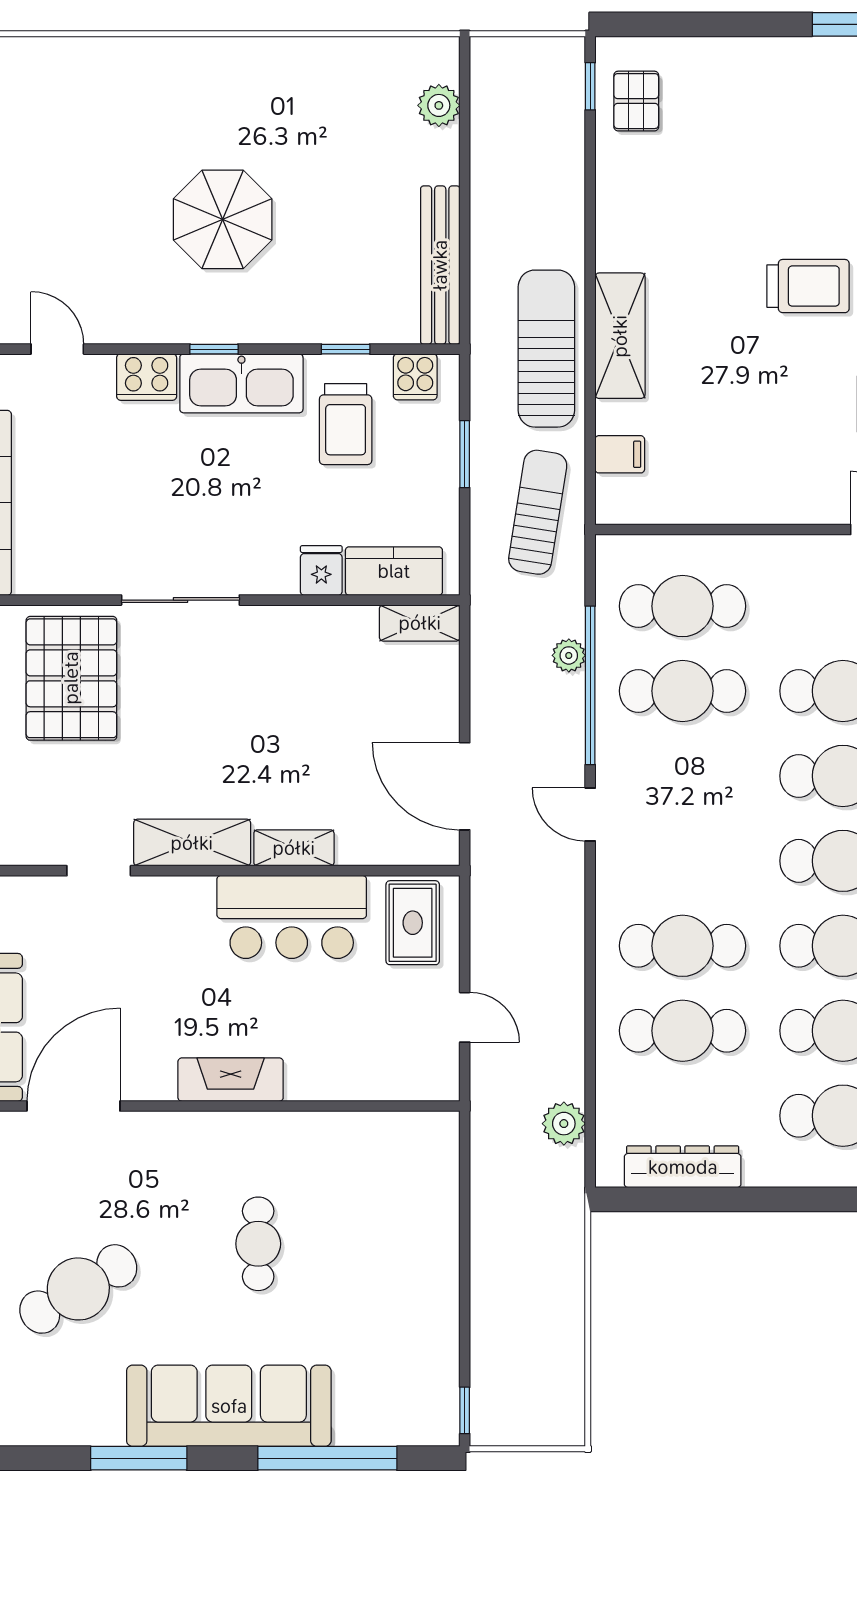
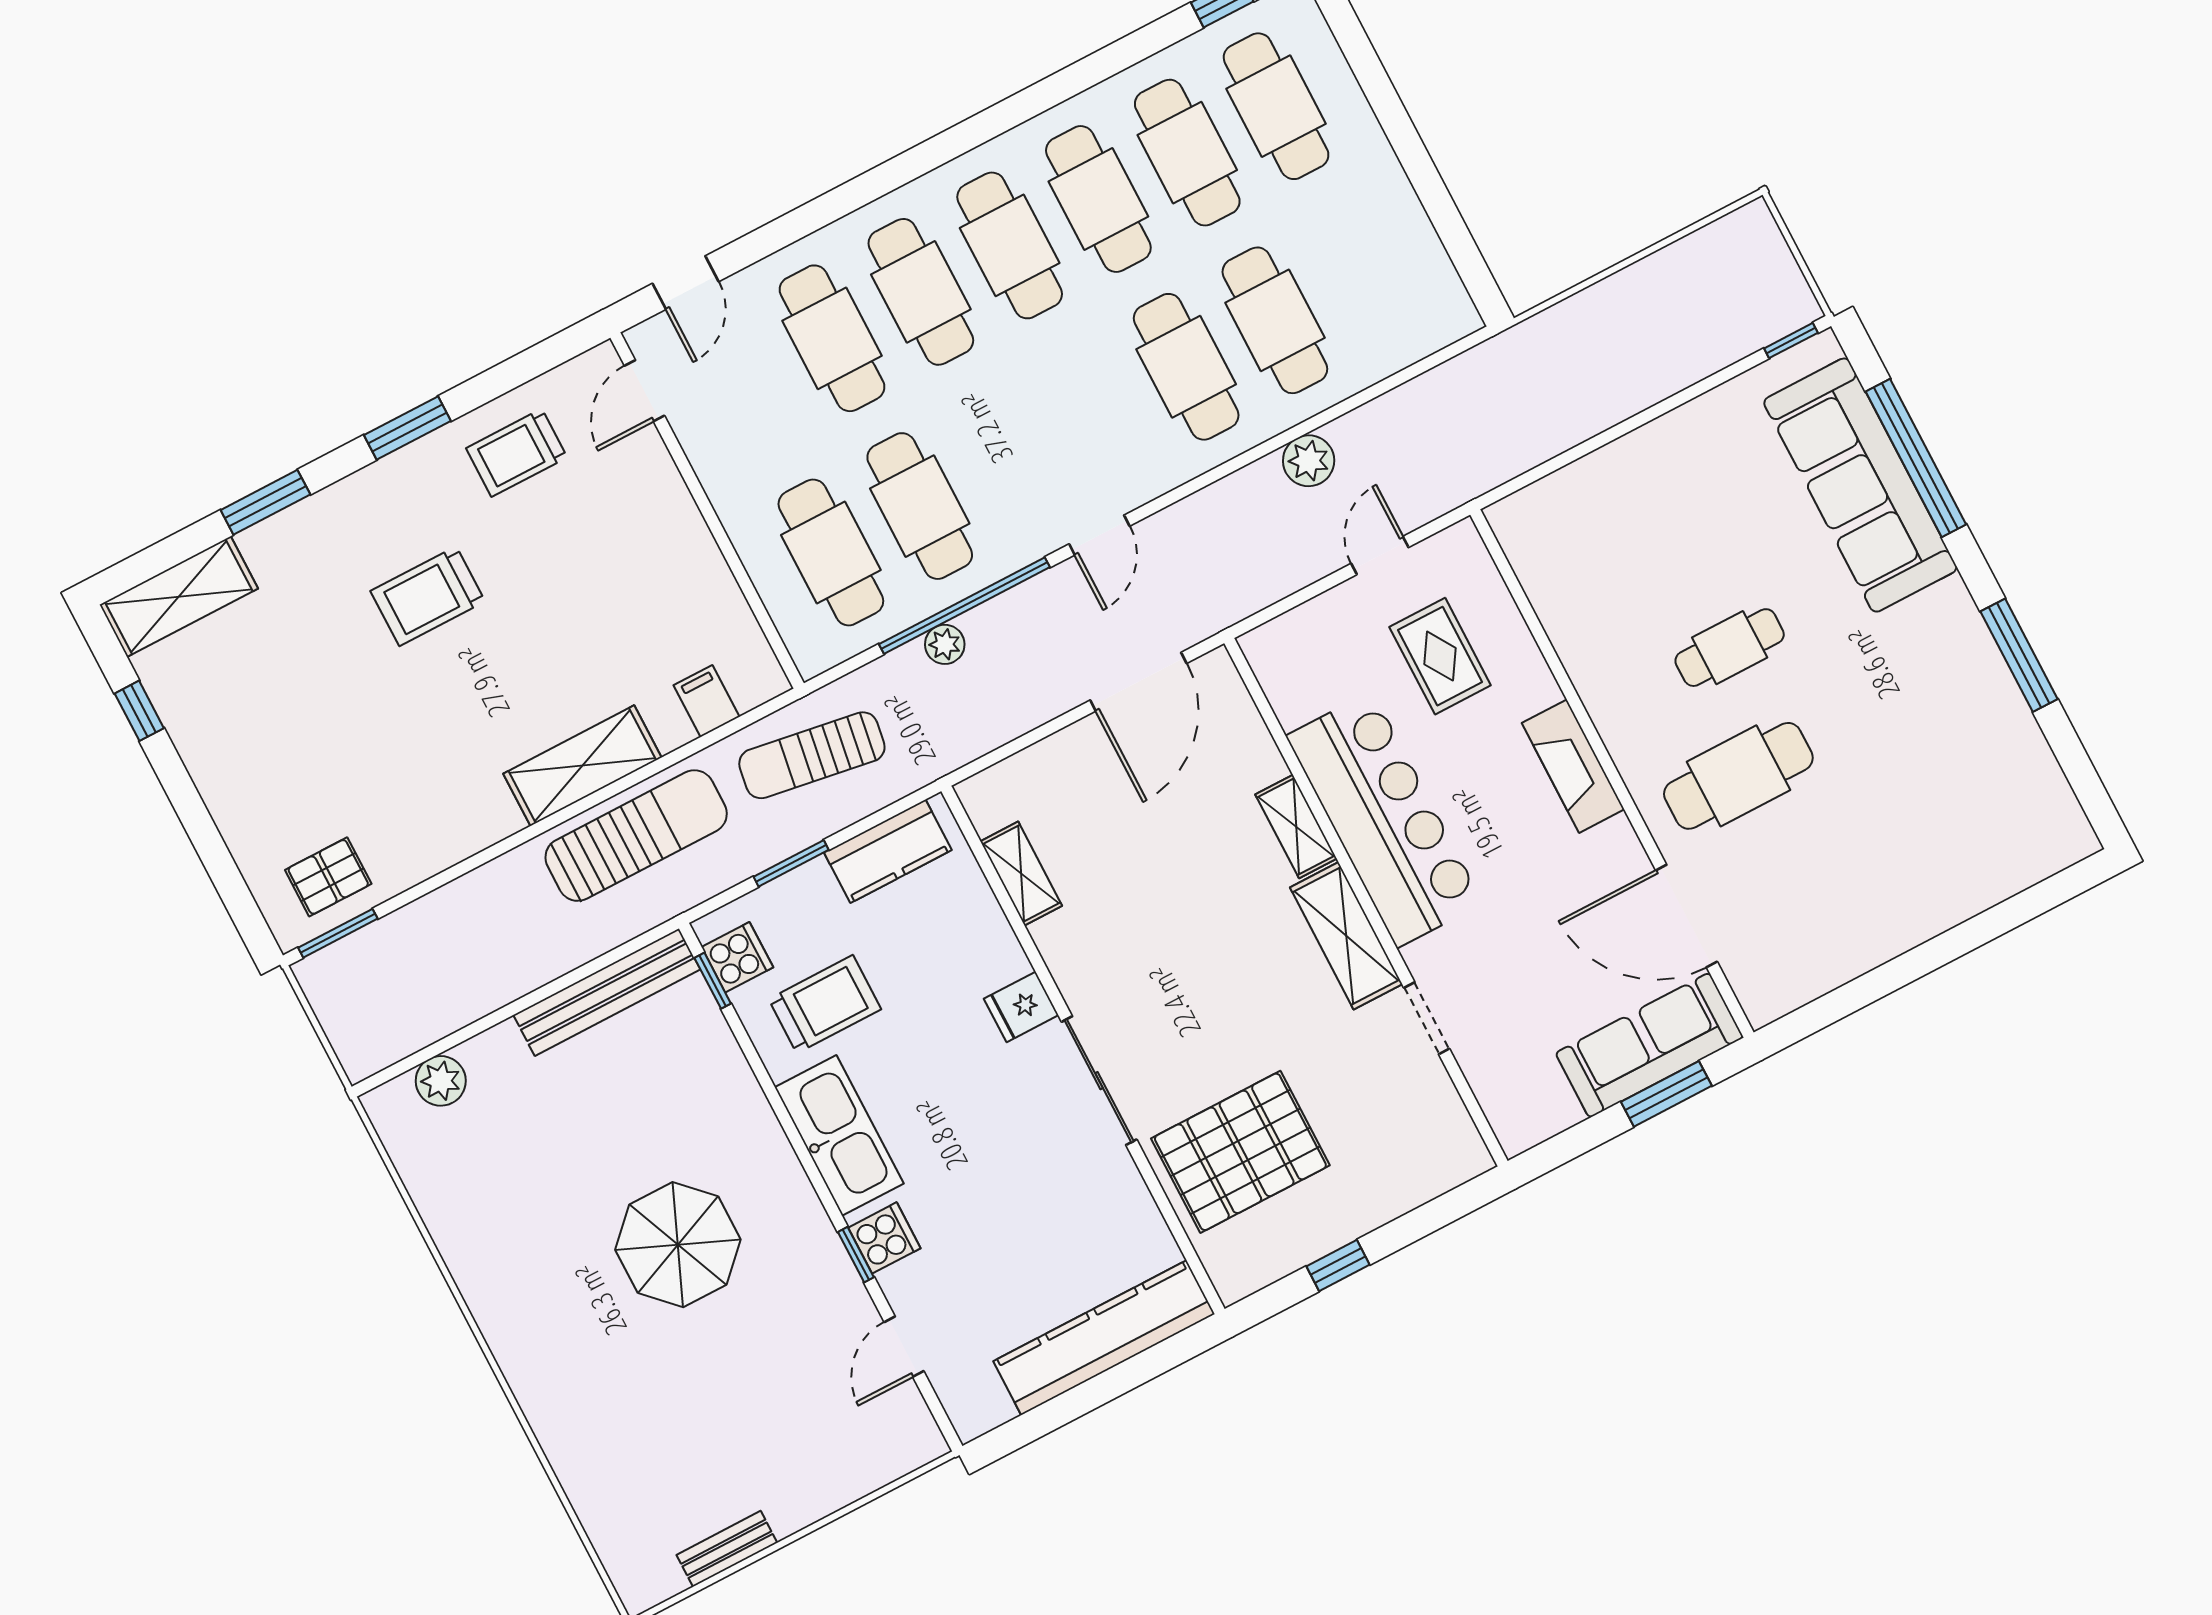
window: (590, 86) -> (338, 933), width x1.50
trolley: (808, 286) -> (428, 596), turned -90
window: (214, 349) -> (856, 1255), moved
window: (346, 349) -> (713, 981), moved
sun lounger: (546, 349) -> (636, 836), turned 180
cooker: (147, 377) -> (884, 1238), width x0.73
fridge: (321, 570) -> (1021, 1007), moved
kitchen counter: (394, 571) -> (888, 851), moved, turned -90
shelving: (420, 623) -> (1021, 874), moved
bar counter: (292, 917) -> (1384, 820), width x1.36
rug: (413, 923) -> (1440, 656), moved, turned 90
plant: (564, 1124) -> (1309, 461), moved
dresser: (683, 1167) -> (1417, 246), removed
cafe table: (78, 1289) -> (1738, 776), moved, turned -59
sofa: (229, 1406) -> (1860, 485), moved

